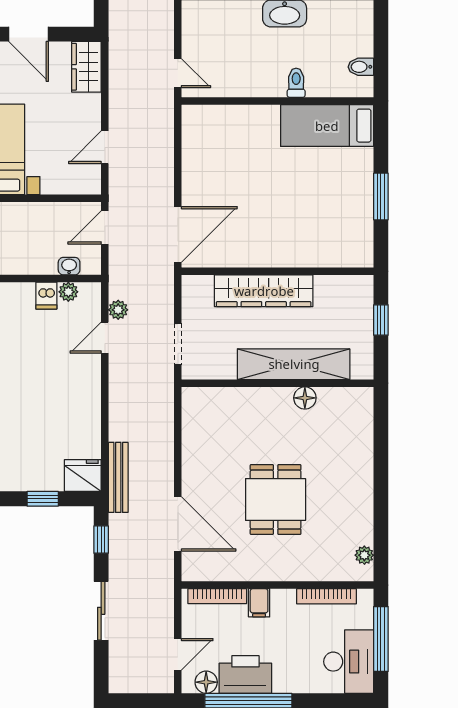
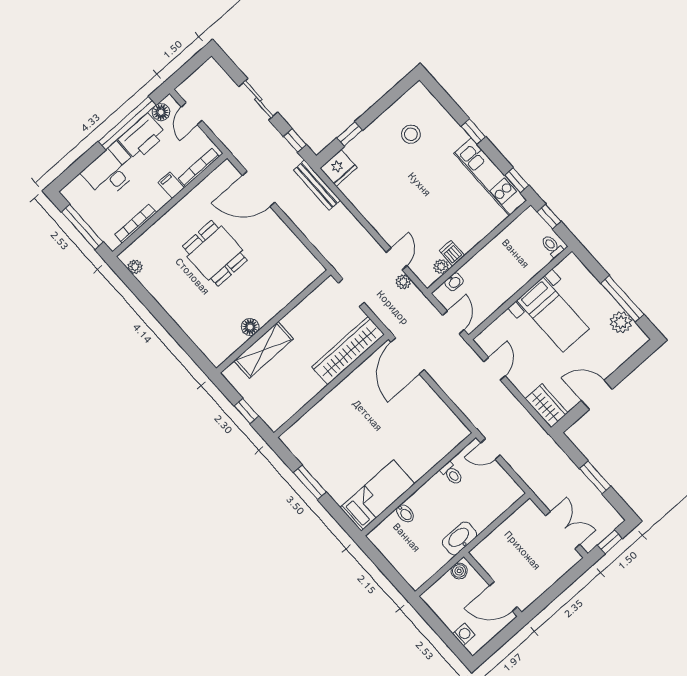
bidet: (361, 67) -> (405, 513), moved, turned 90
toilet: (296, 83) -> (452, 474), moved
wardrobe: (264, 291) -> (348, 351), moved
shelving: (294, 364) -> (264, 350), width x0.68
desk: (349, 662) -> (111, 171), moved, turned 90

